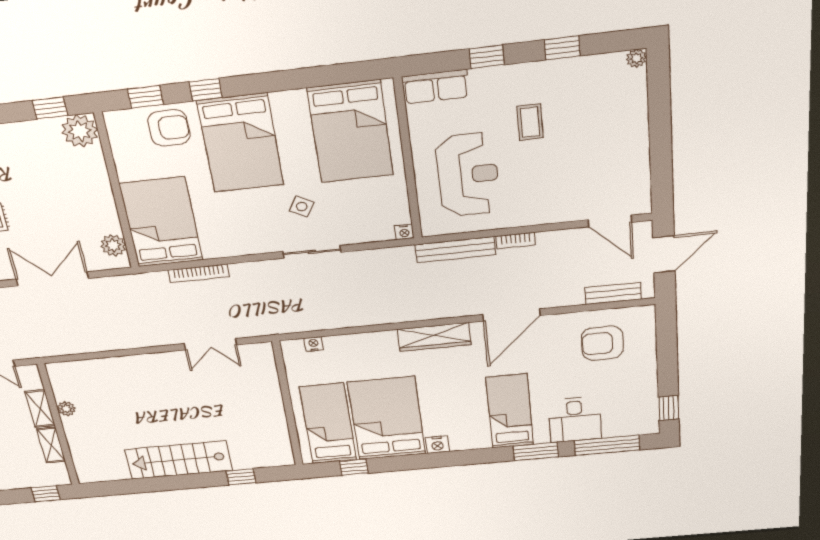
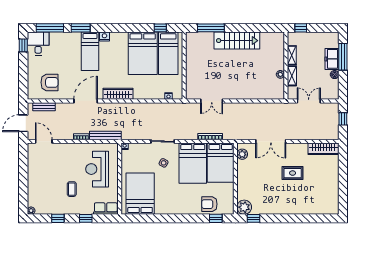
window: (206, 90) -> (192, 218), removed
bed: (240, 143) -> (193, 163), moved, turned 180
double door: (210, 344) -> (212, 101), swing flipped
desk: (575, 420) -> (38, 44), moved
nightstand: (437, 445) -> (104, 36), moved
window: (241, 477) -> (211, 28), width x2.17

